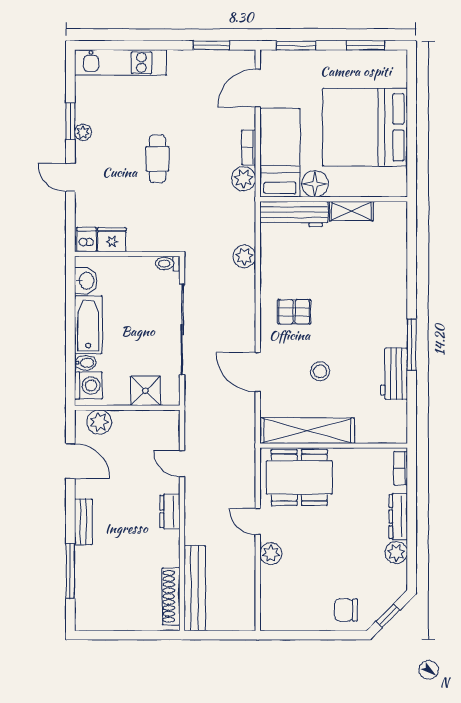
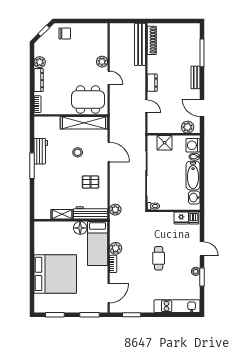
bed: (280, 153) -> (98, 243), moved
floor lamp: (315, 184) -> (80, 228), moved
wall: (334, 199) -> (71, 220), moved
shelving: (351, 211) -> (62, 214), moved
workbench: (294, 214) -> (91, 213), moved

